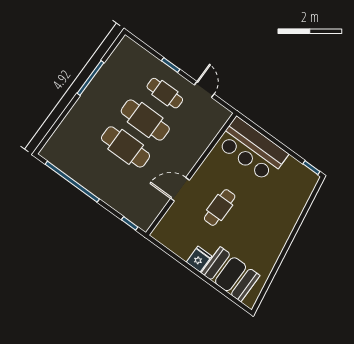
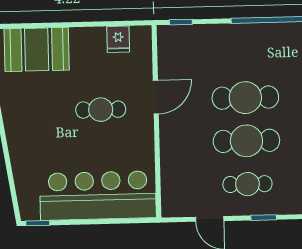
bar counter: (252, 149) -> (98, 196), width x1.36
cafe table: (220, 207) -> (101, 110), turned 90
fridge: (199, 259) -> (118, 39), moved

